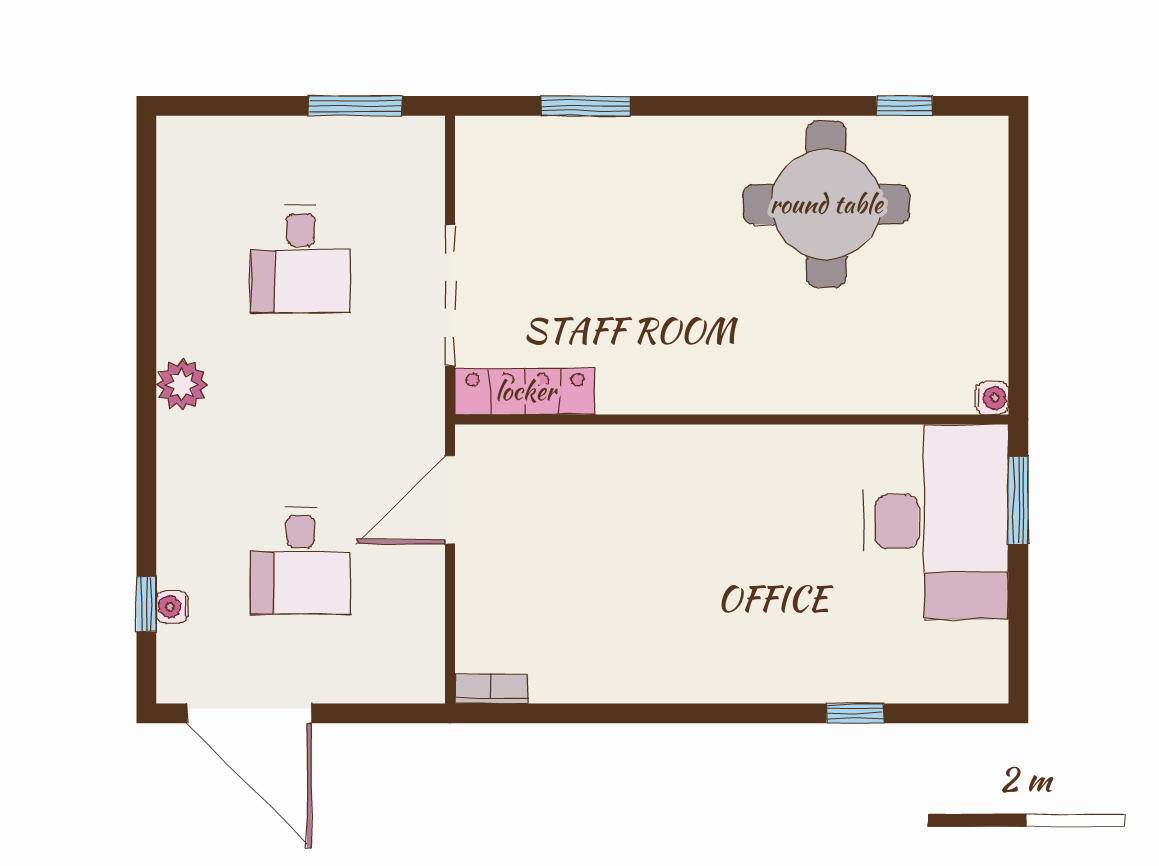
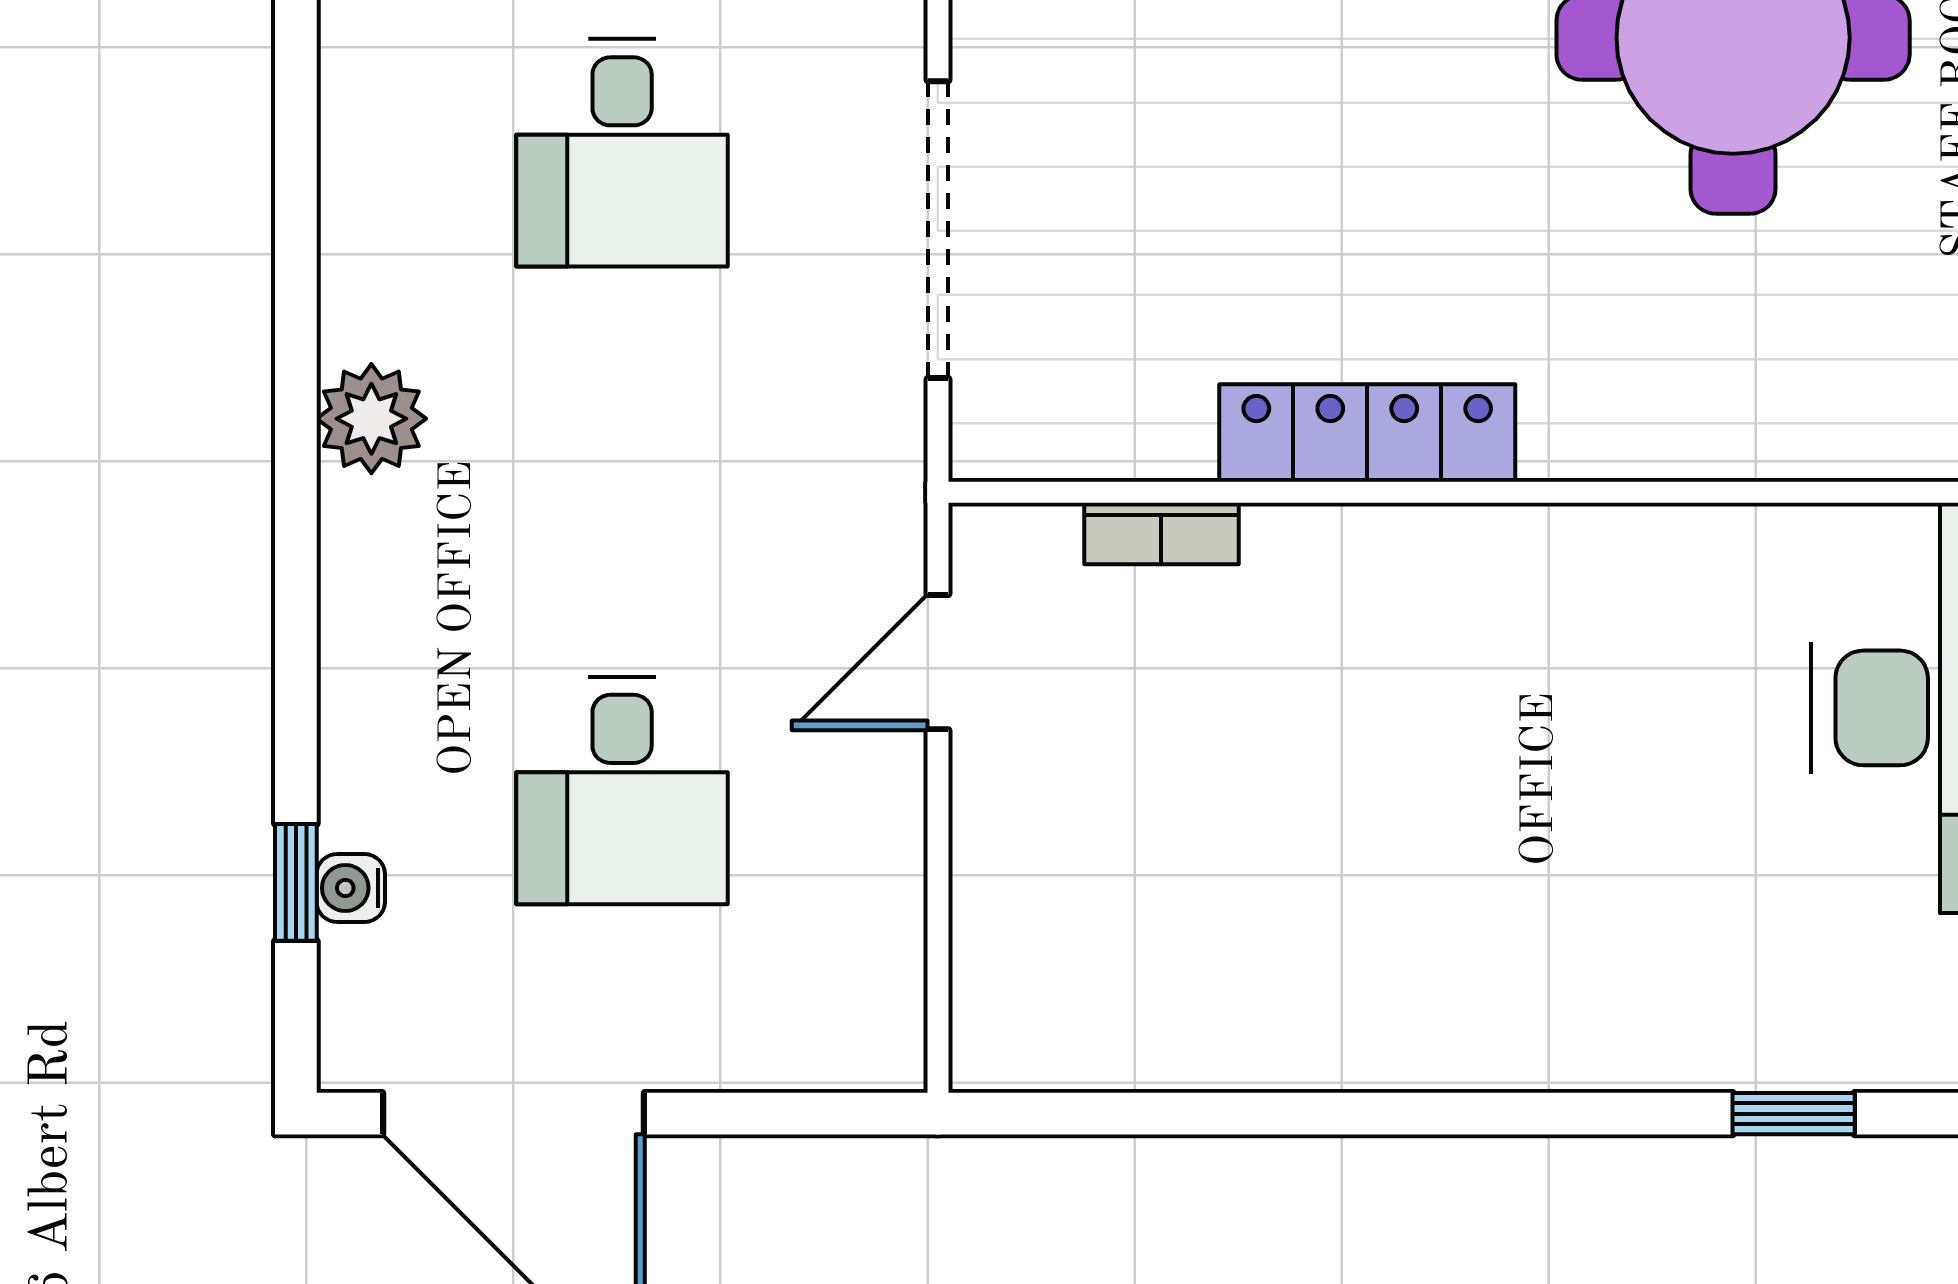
locker: (525, 391) -> (1367, 433), moved
door: (450, 500) -> (938, 662), width x0.73
bookcase: (491, 689) -> (1161, 534), moved, turned 180

